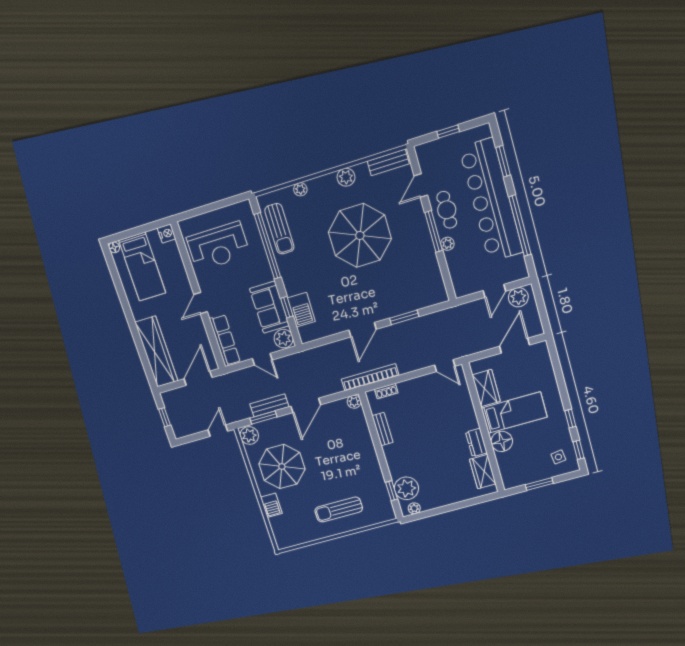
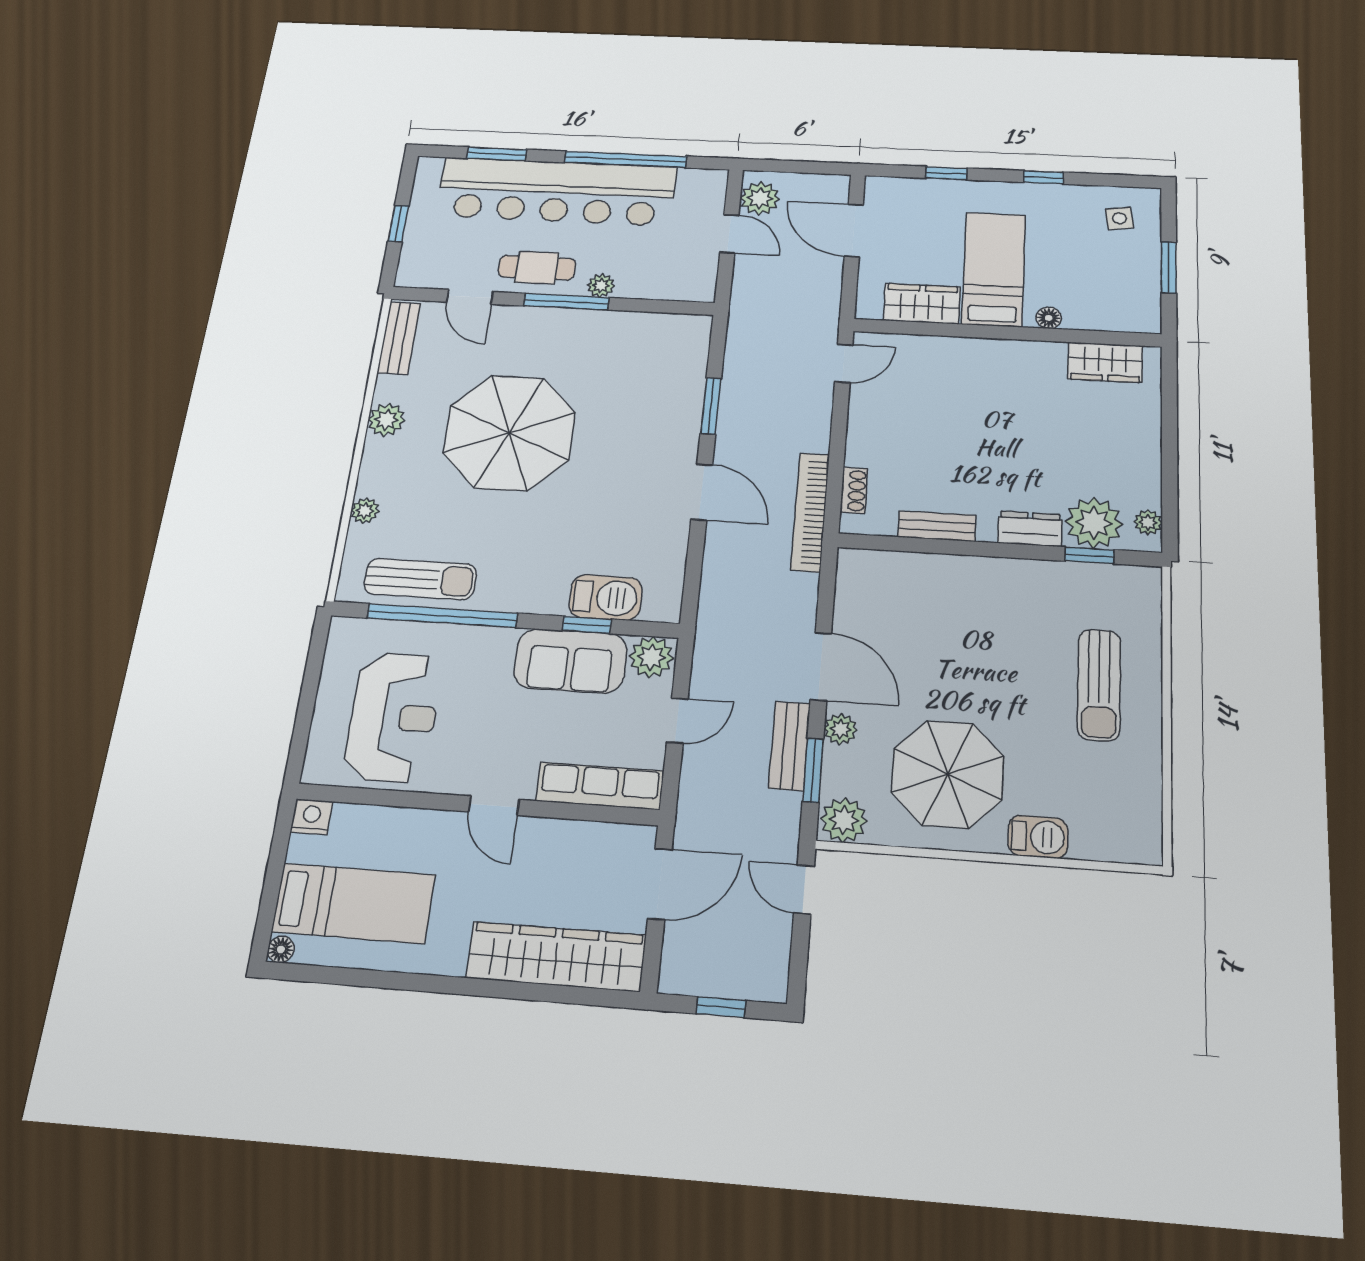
door: (198, 378) -> (660, 884), swing flipped
plant: (354, 402) -> (840, 729), moved
floor lamp: (502, 441) -> (1049, 318), width x0.53, depth x0.53
dresser: (476, 443) -> (1030, 529), moved, turned 180
window: (578, 450) -> (946, 173), moved

